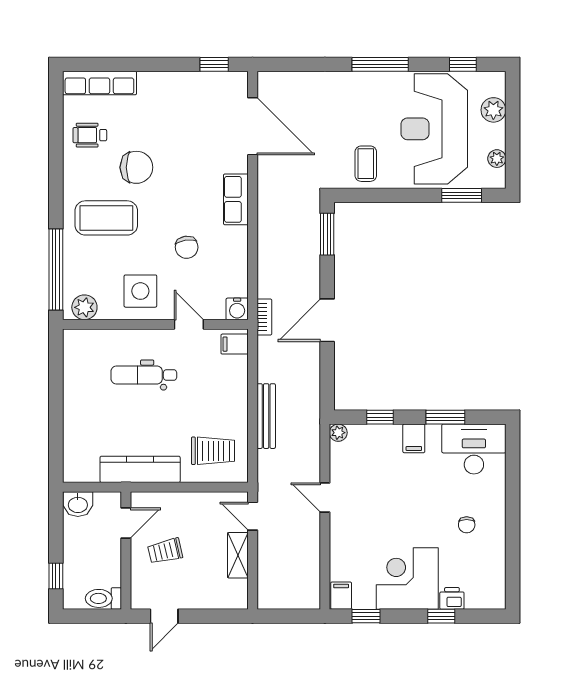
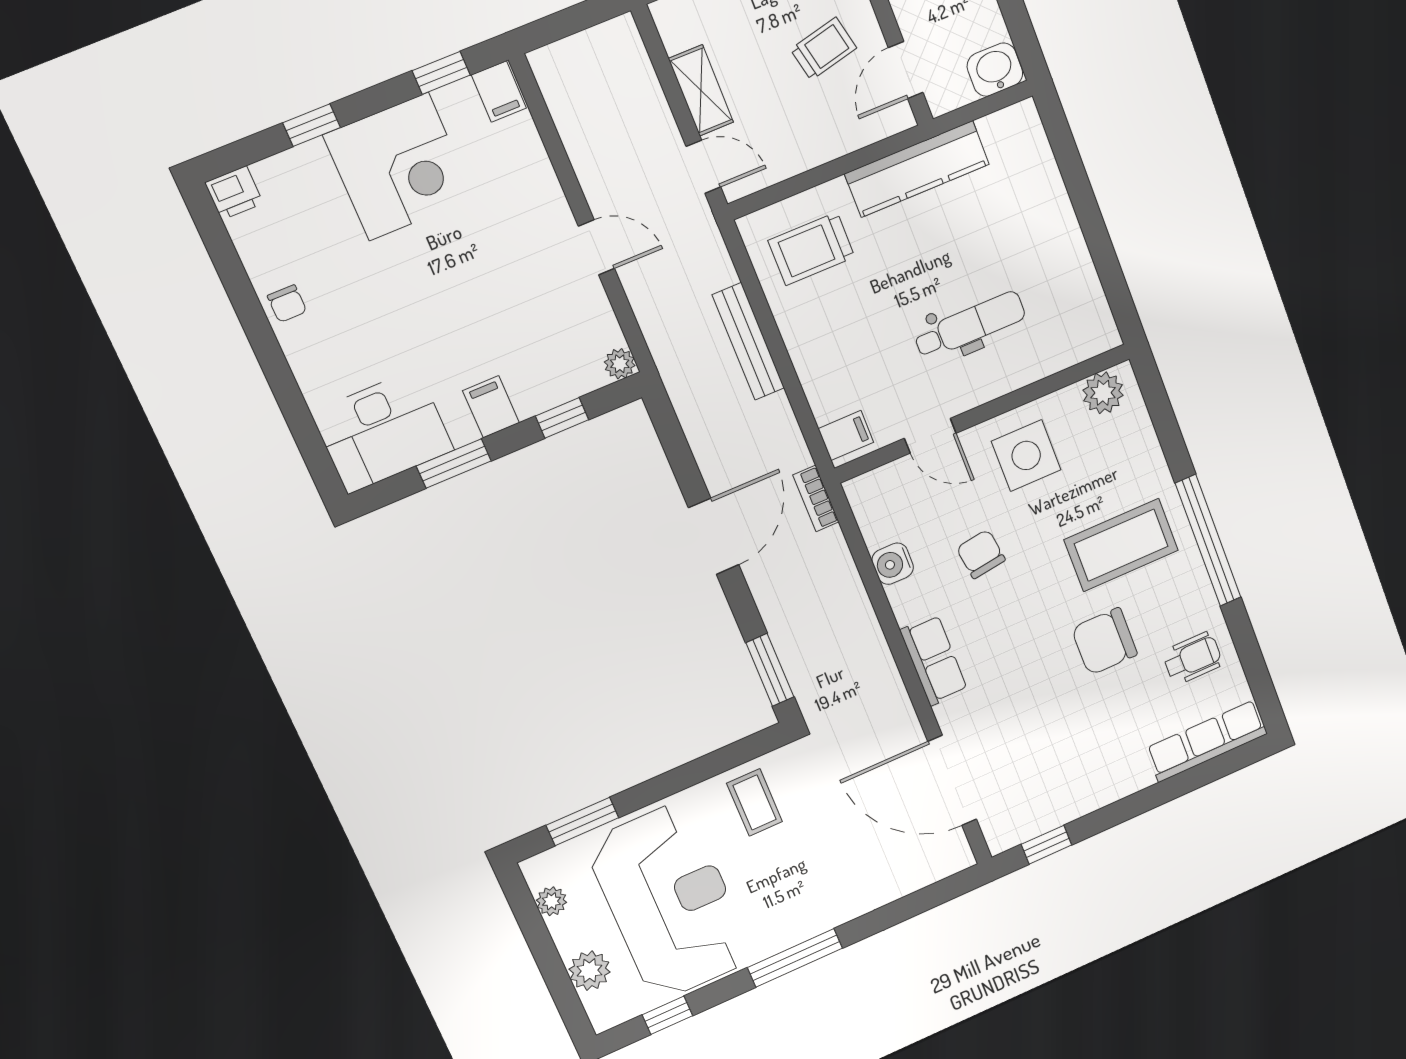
window: (56, 269) -> (1208, 540), moved
water cooler: (237, 309) -> (893, 564), moved, turned -90
chair: (467, 525) -> (287, 304), moved, turned 180
printer: (452, 598) -> (234, 193), moved

